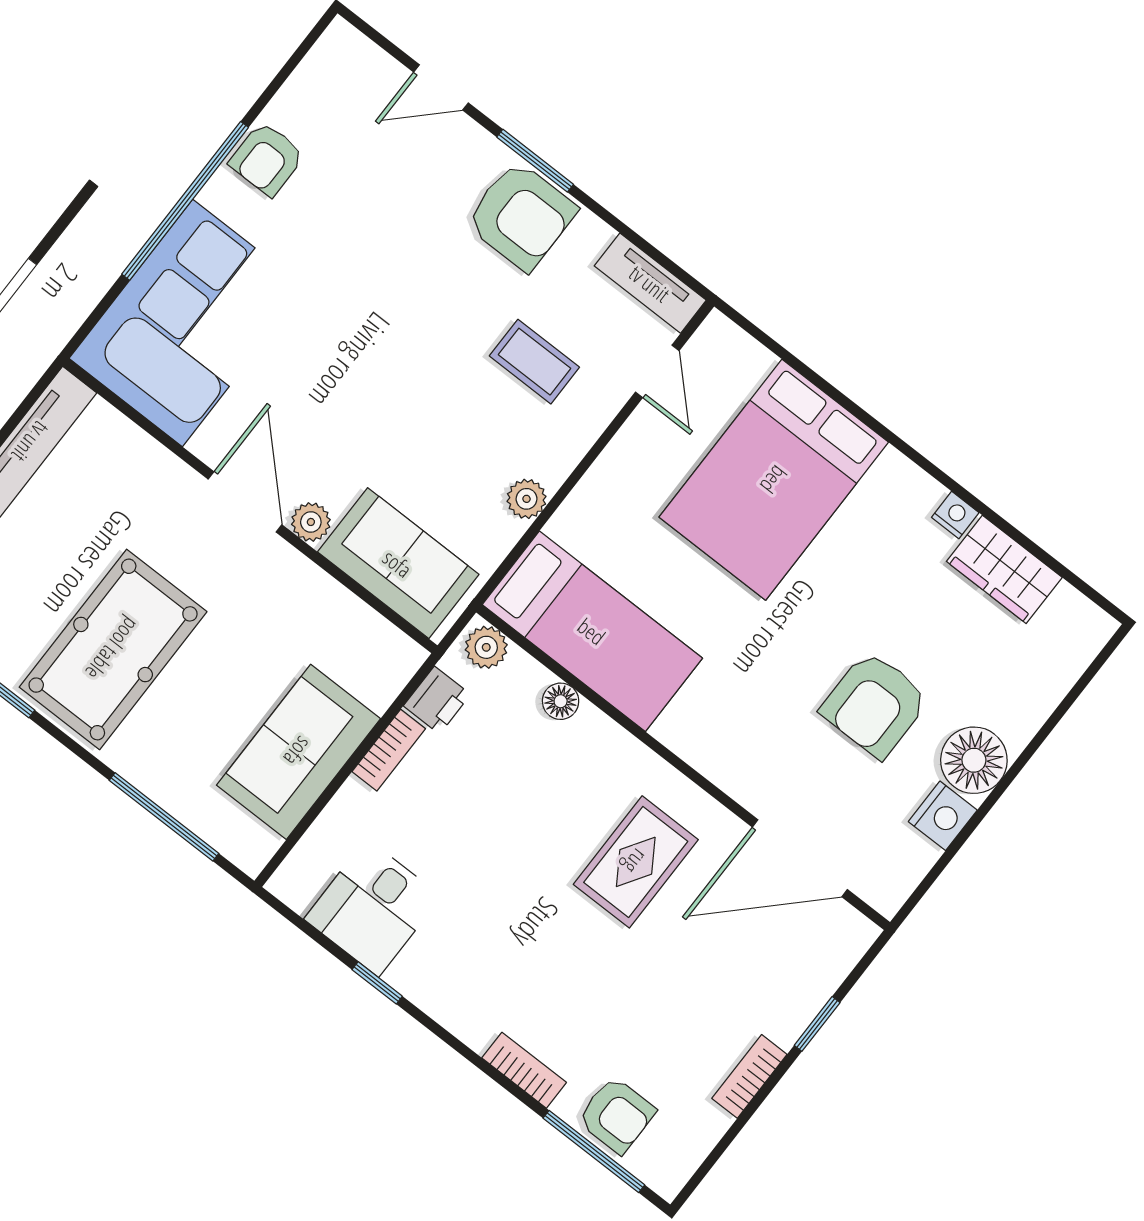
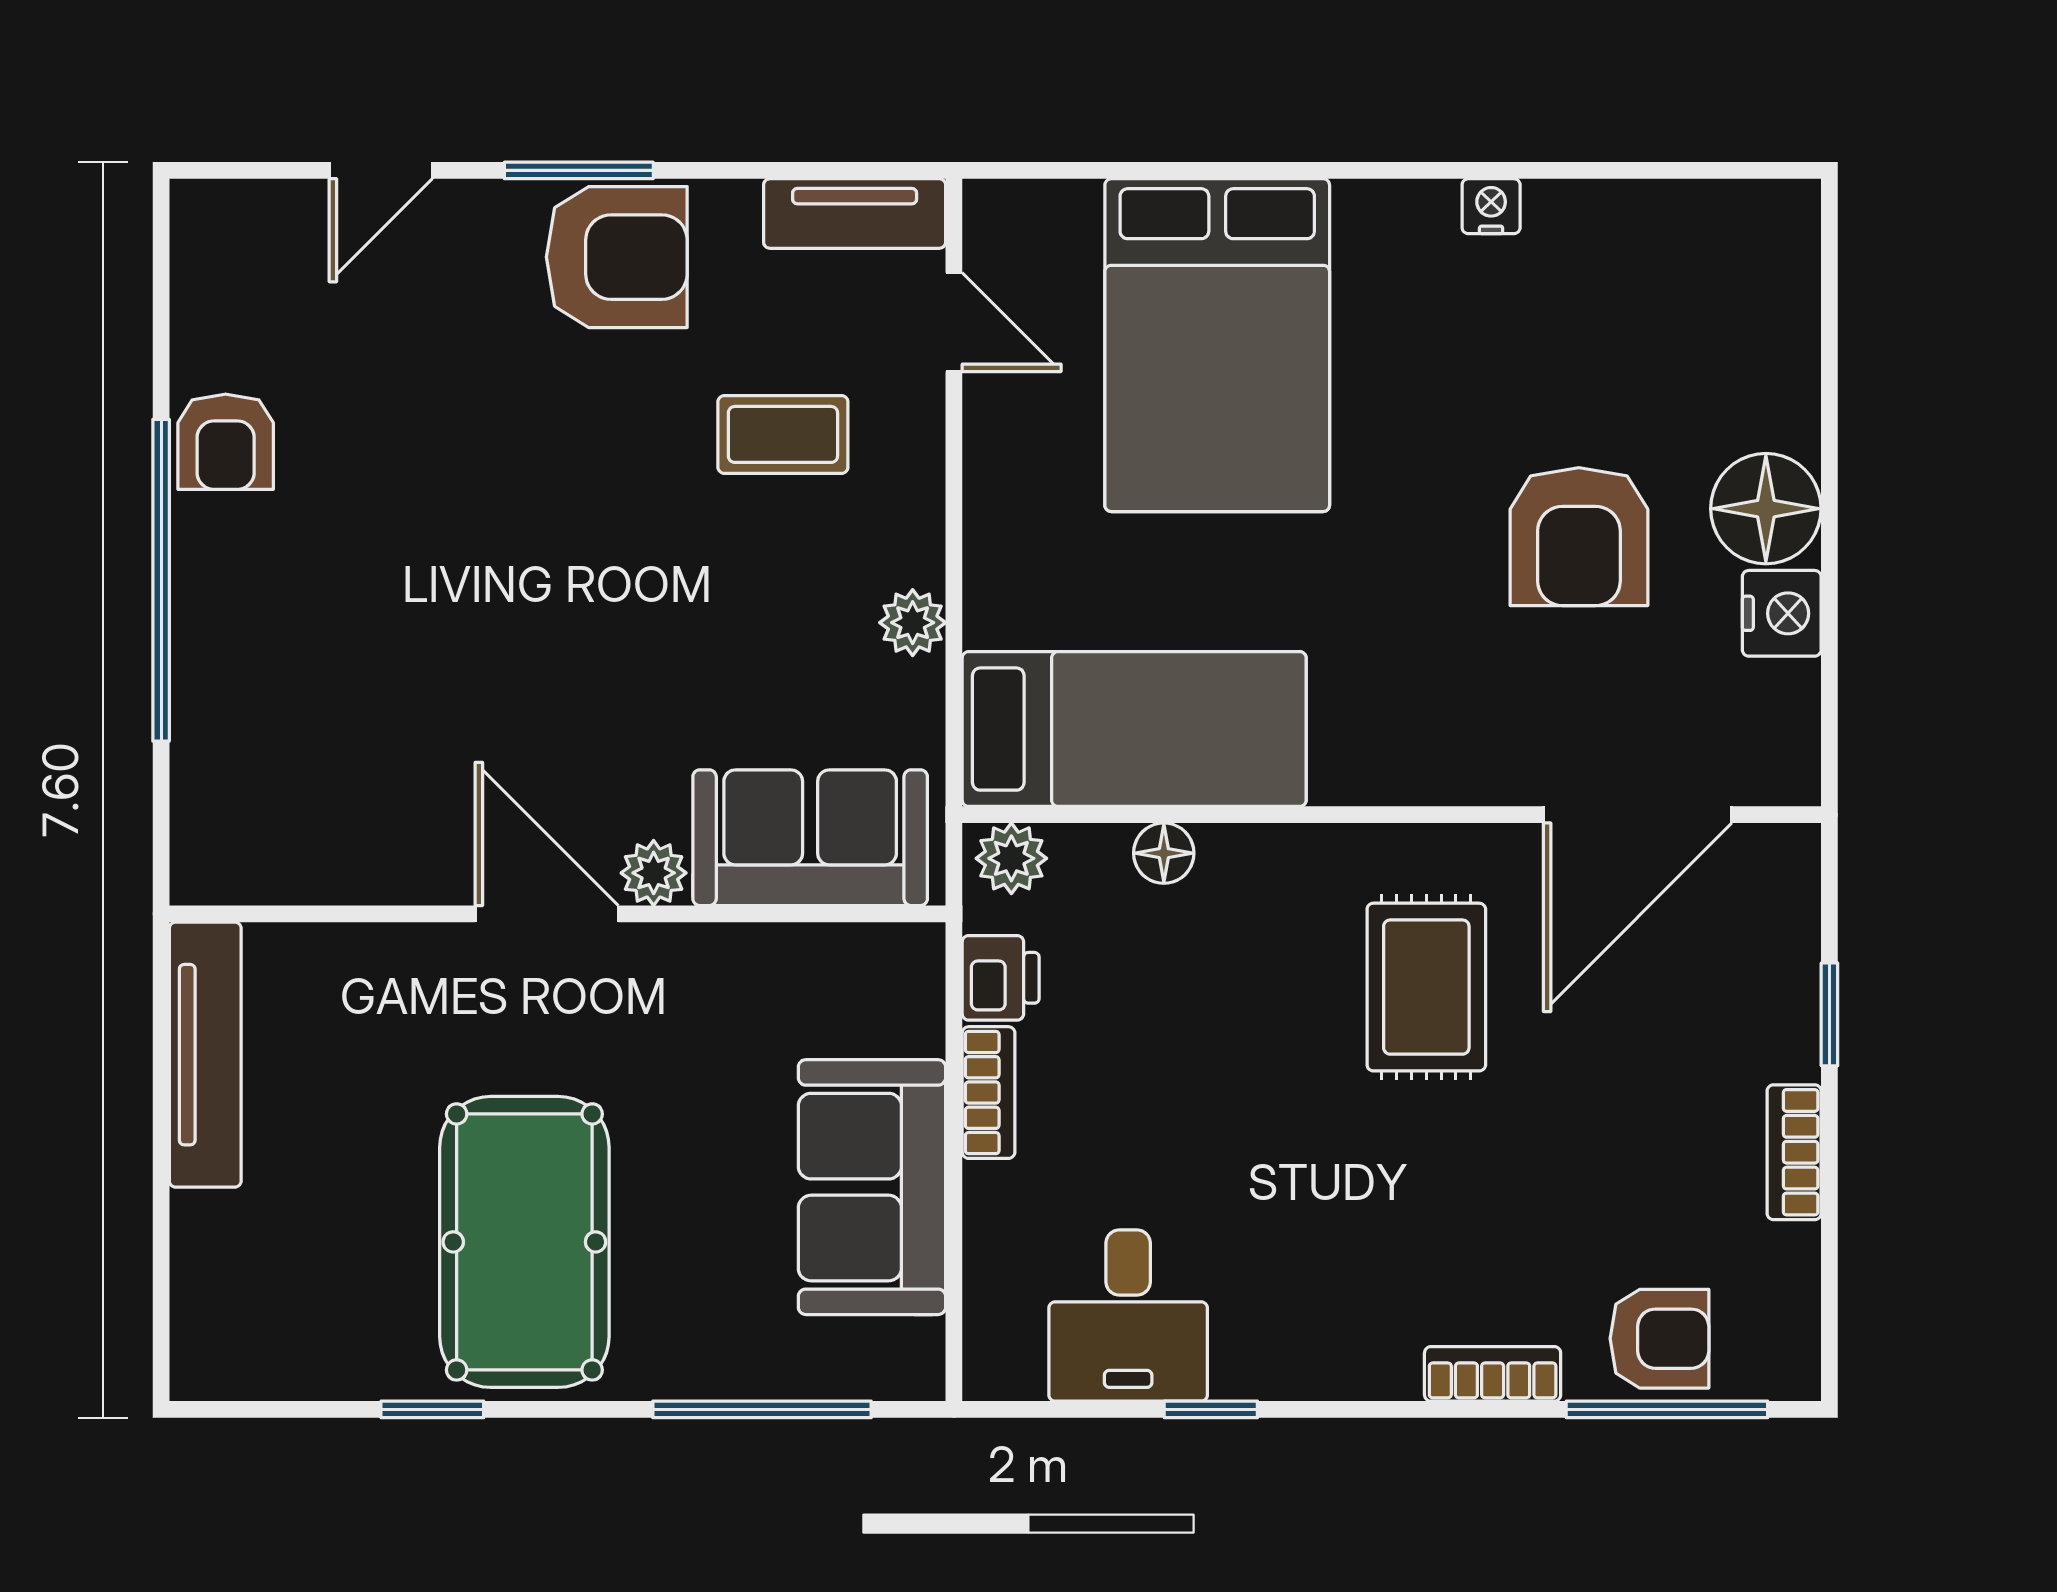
corner sofa: (188, 323) -> (289, 738), removed
wardrobe: (1004, 569) -> (1611, 228), removed

